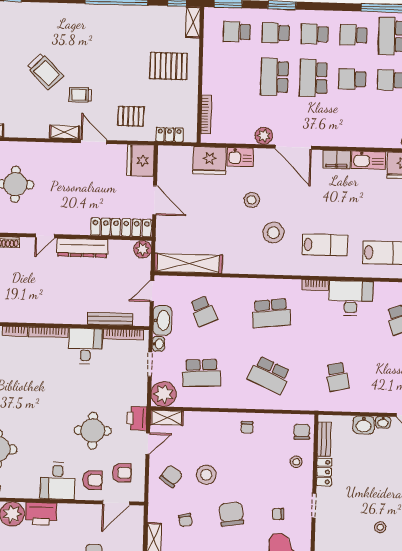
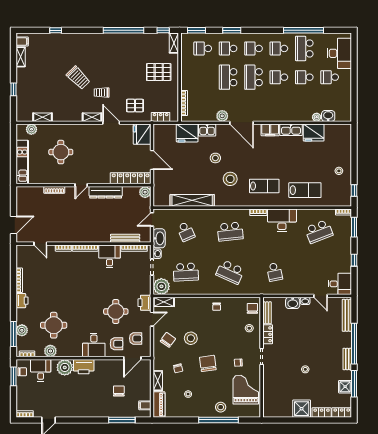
shelving: (188, 263) -> (192, 200), moved

